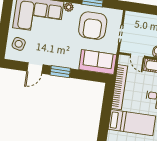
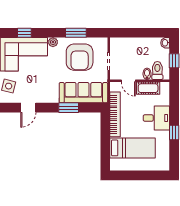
sofa: (98, 62) -> (83, 93), width x1.36
window: (60, 72) -> (69, 108), moved

